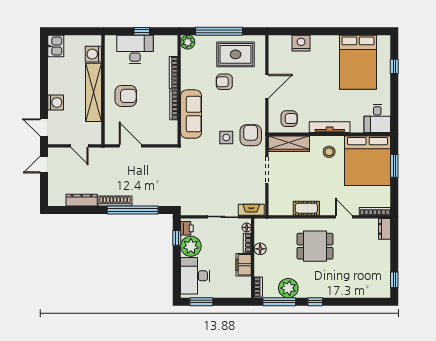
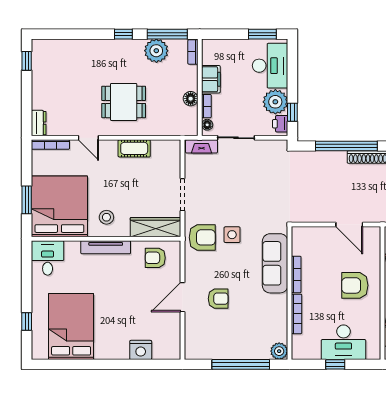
rug: (236, 54) -> (221, 336), removed
armchair: (224, 82) -> (218, 299), moved
armchair: (251, 135) -> (202, 237), turned -90

